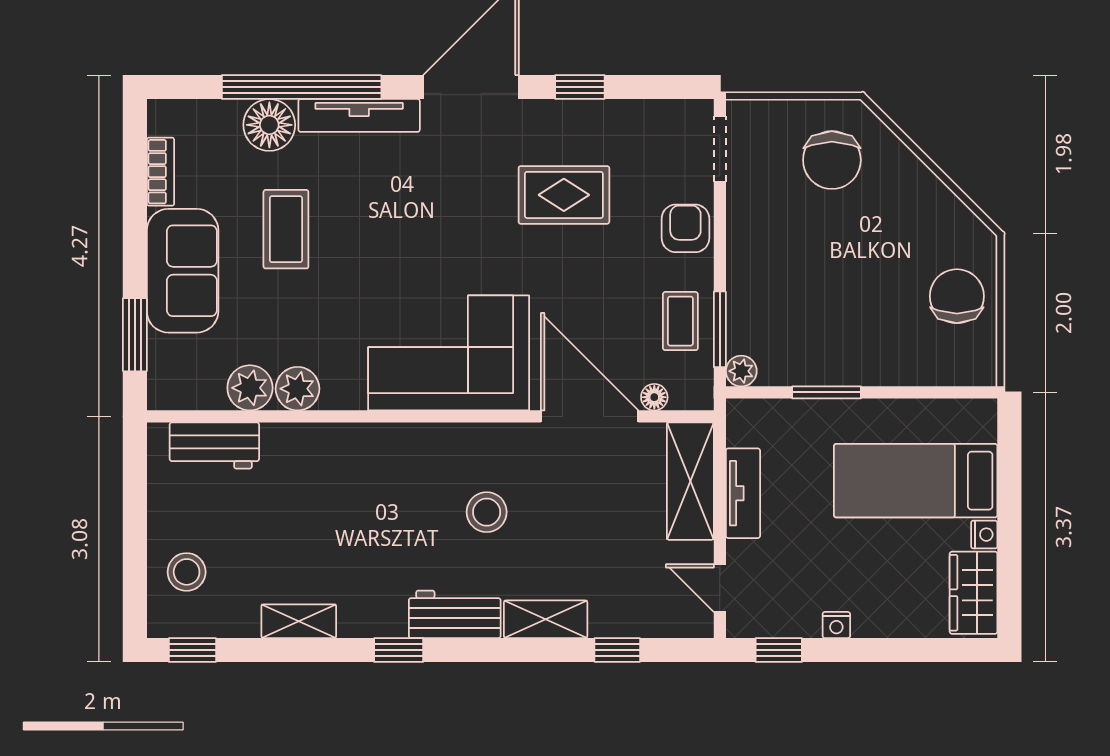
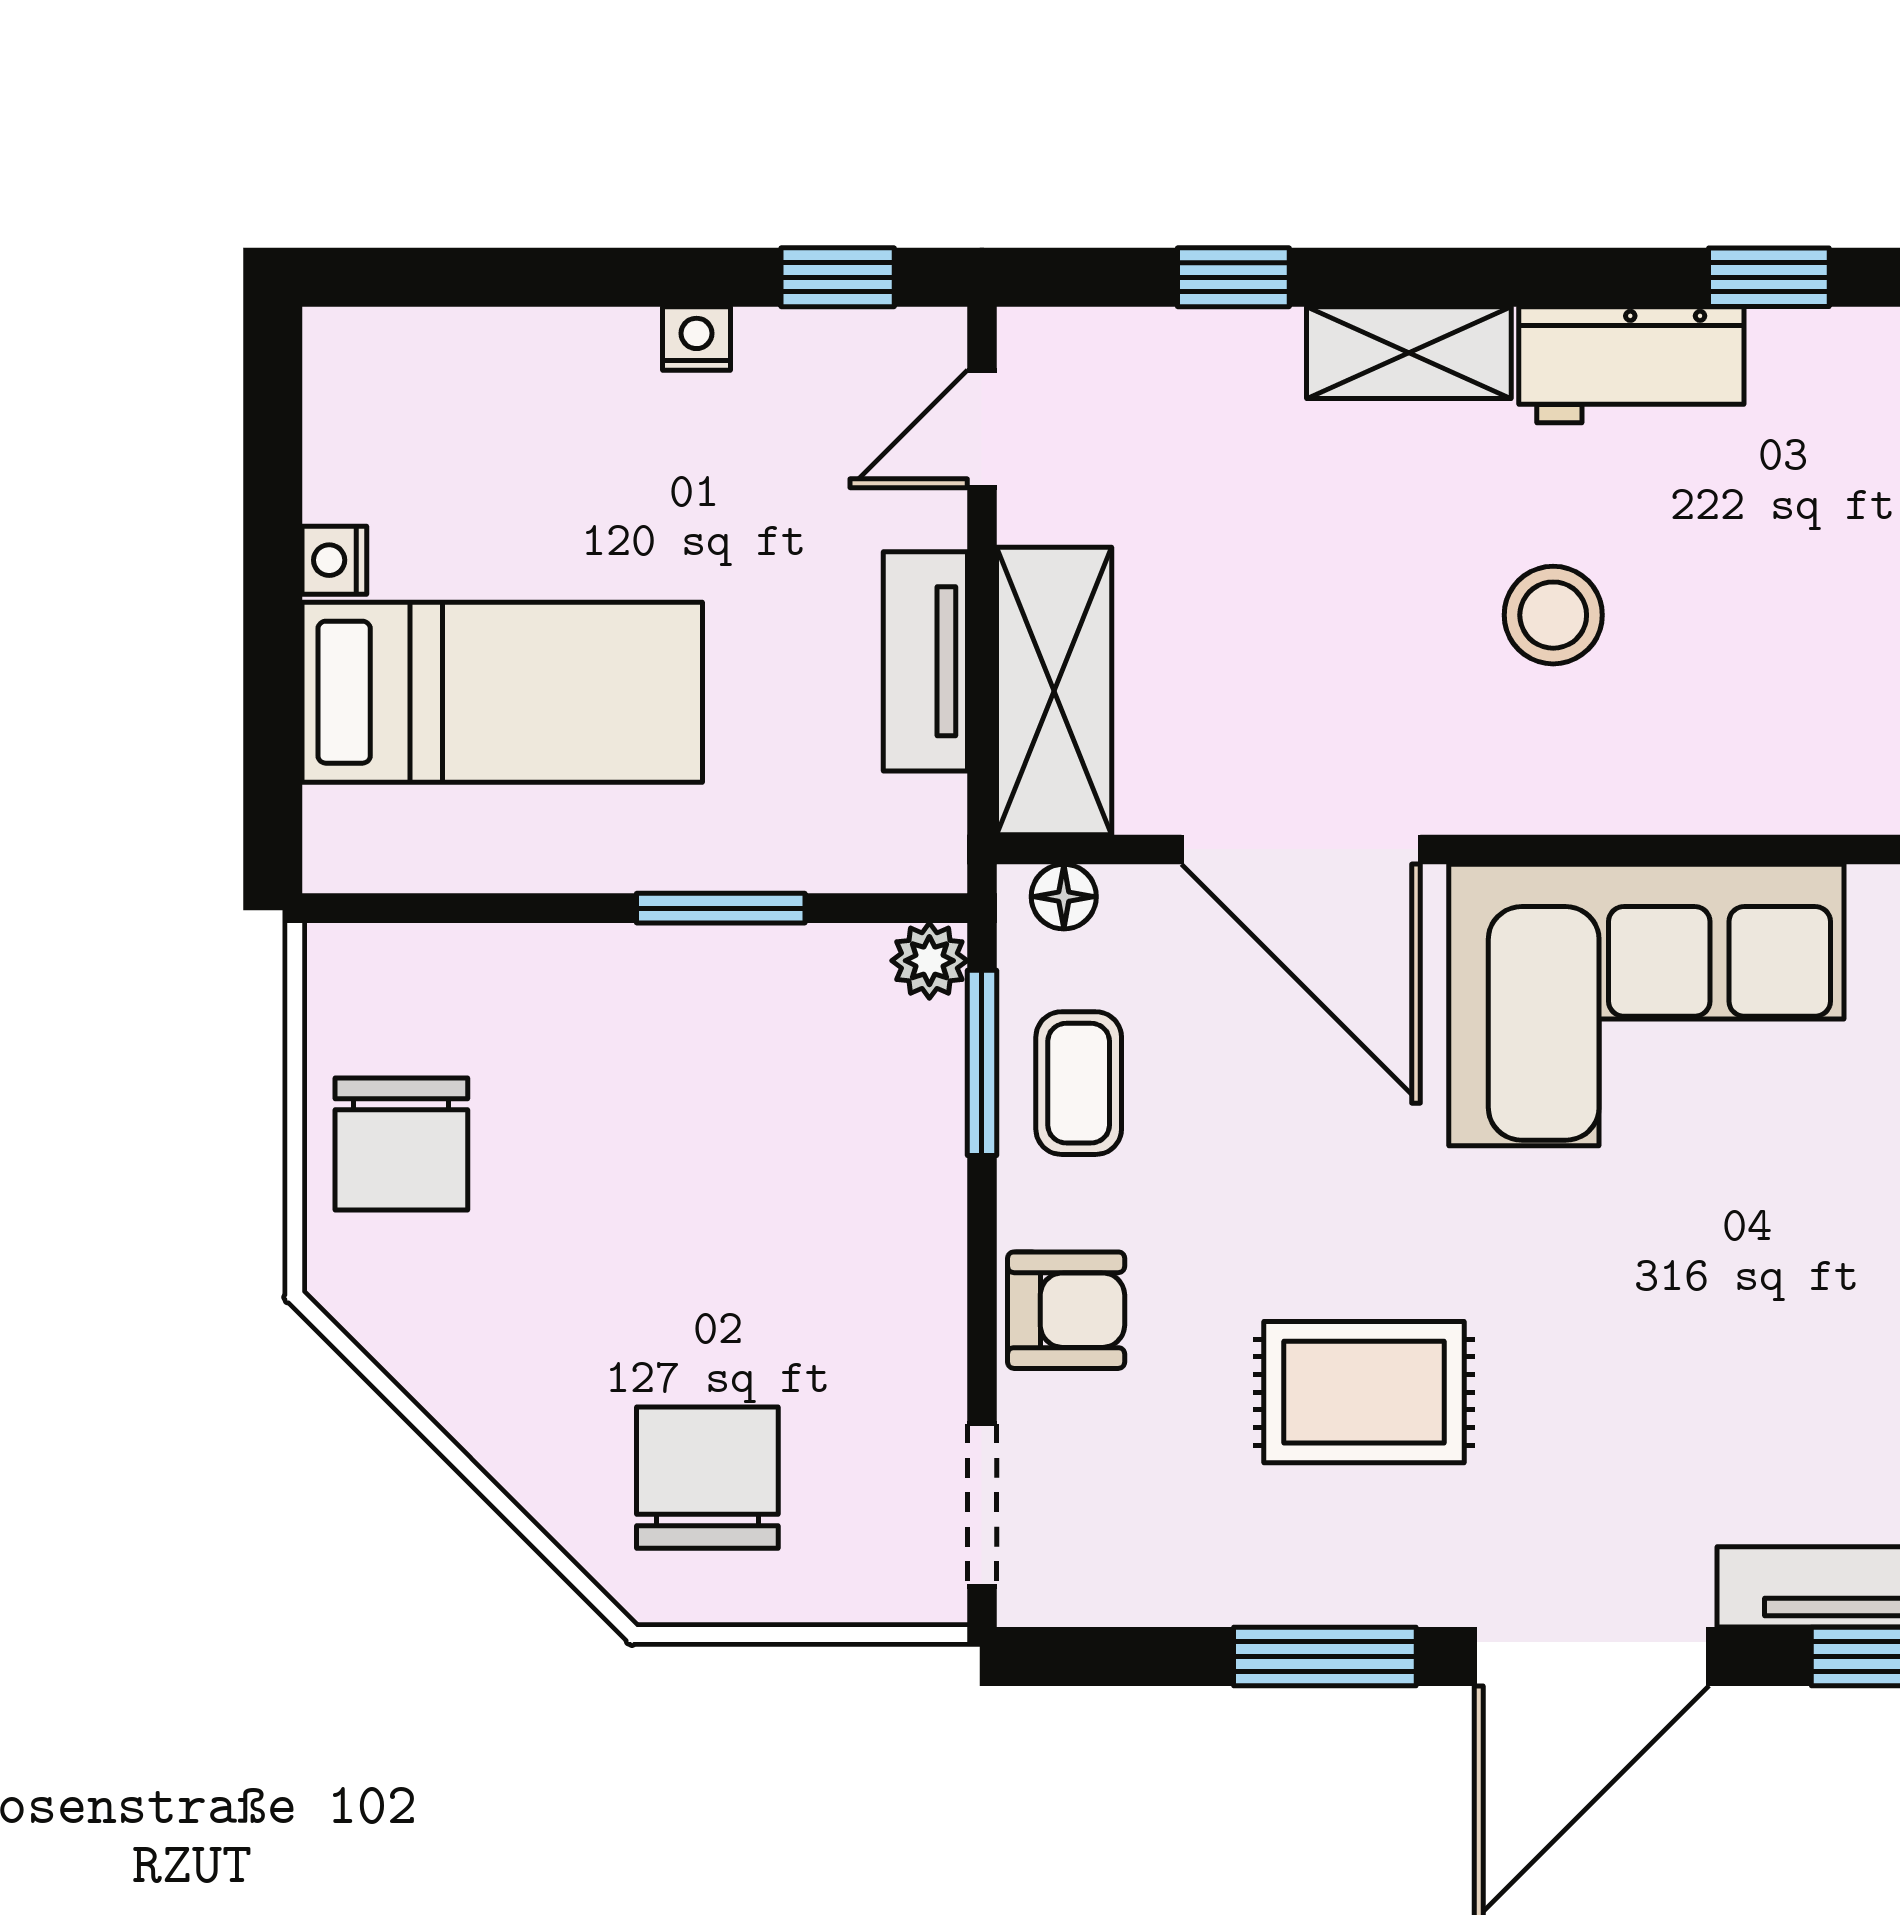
window: (580, 87) -> (1325, 1656), width x1.50
armchair: (685, 228) -> (1066, 1310), turned -90
floor lamp: (654, 397) -> (1064, 897), moved
door: (720, 588) -> (982, 429), swing flipped
wardrobe: (974, 593) -> (360, 418), removed

